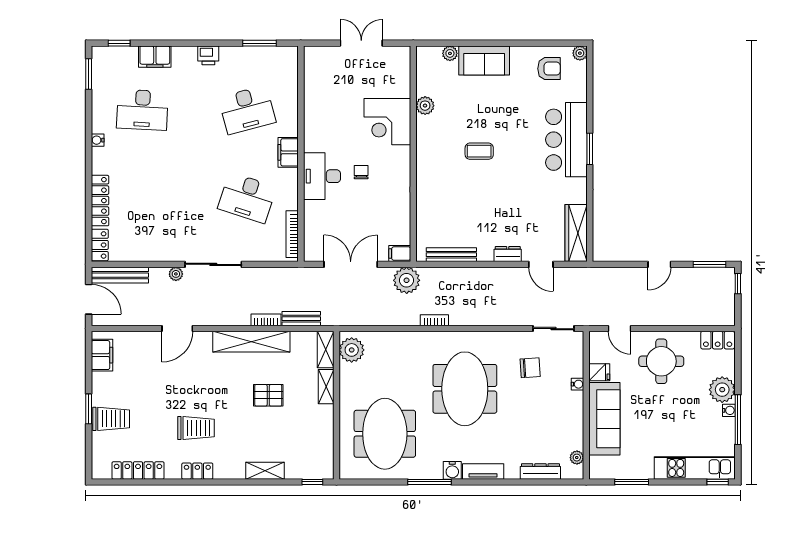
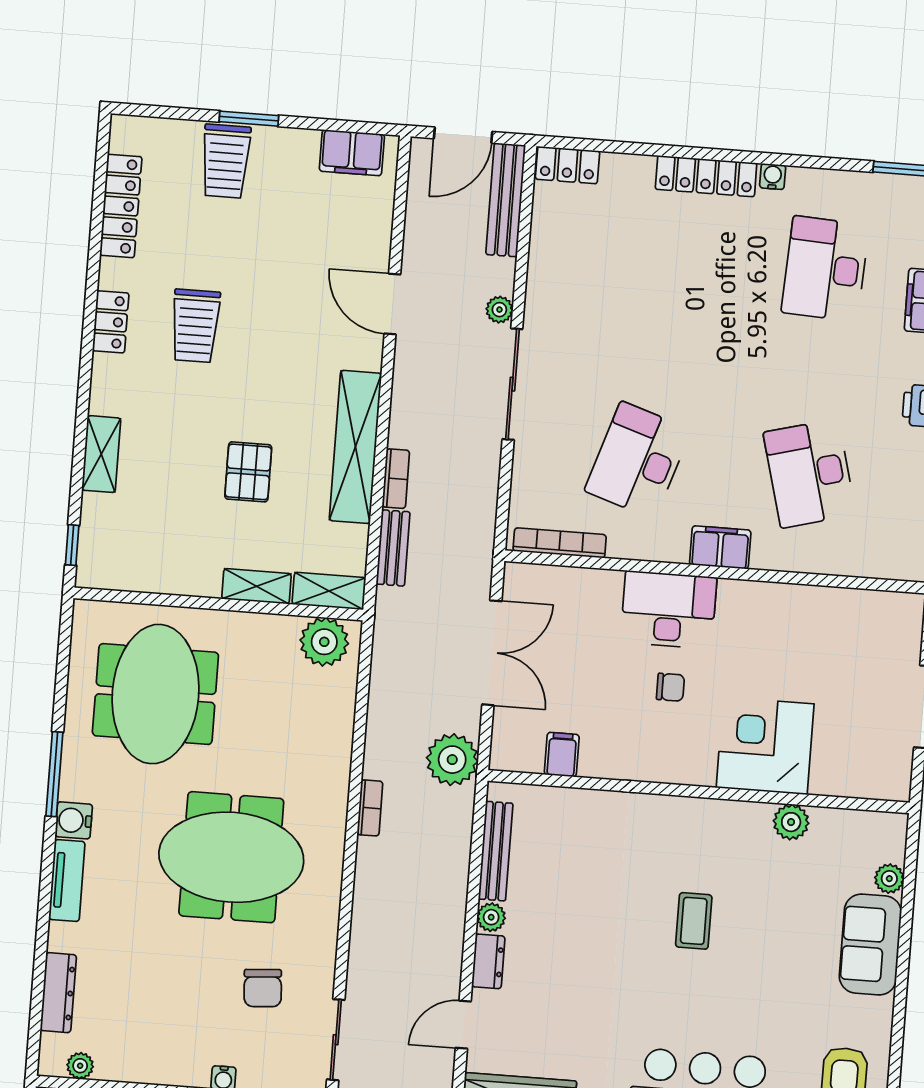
locker: (100, 201) -> (706, 176), moved
filing cabinet: (400, 254) -> (562, 755), moved
plant: (485, 254) -> (491, 917), added
meeting table: (385, 434) -> (155, 694), turned 90

